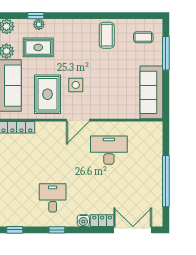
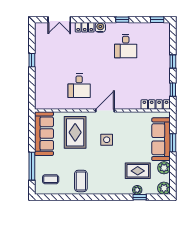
rug: (47, 94) -> (75, 132), moved
desk: (109, 150) -> (79, 86), width x0.73
window: (166, 181) -> (32, 60), width x0.32
double door: (133, 230) -> (59, 20), width x0.73

